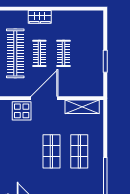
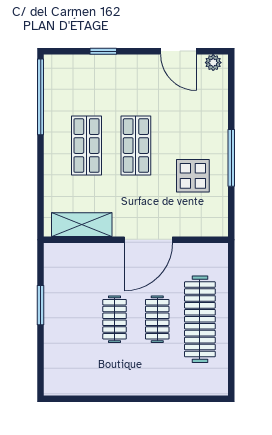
wardrobe: (40, 17) -> (157, 384), removed
display table: (22, 111) -> (193, 176), moved

